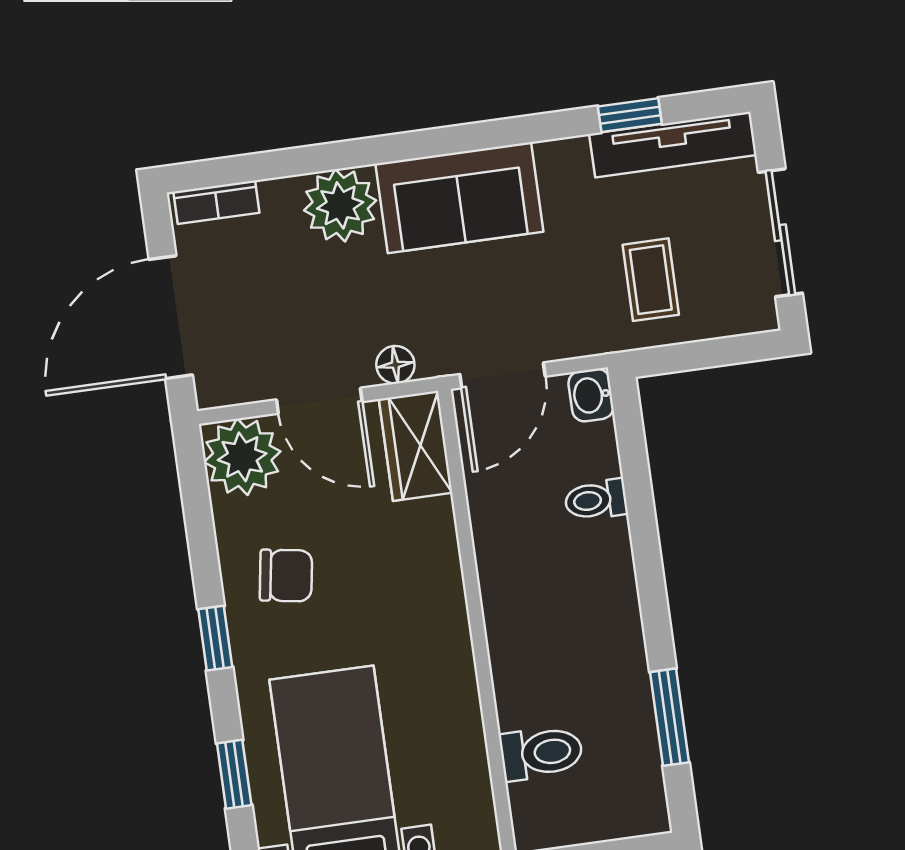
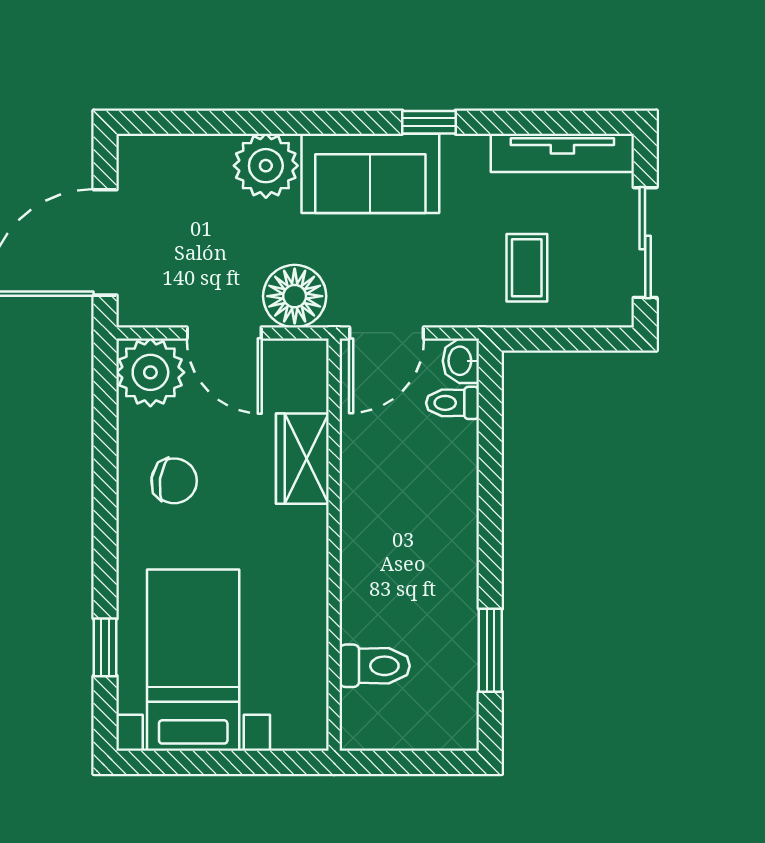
window: (630, 115) -> (429, 122), moved
bookcase: (216, 202) -> (159, 148), removed
floor lamp: (395, 365) -> (295, 296), width x1.89, depth x1.89
wardrobe: (416, 446) -> (302, 459), moved
toilet: (596, 500) -> (453, 403), moved
window: (215, 638) -> (105, 527), removed

